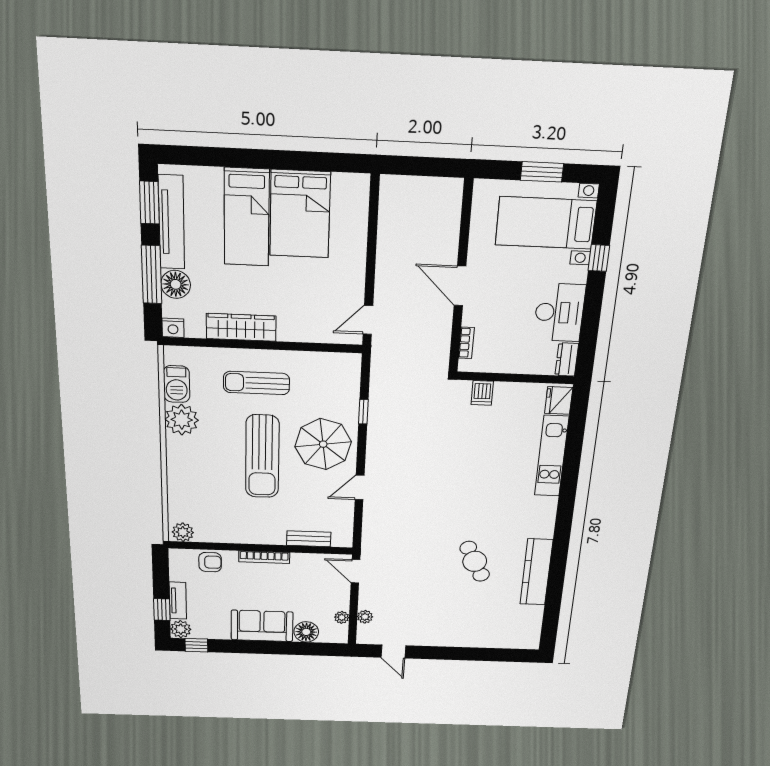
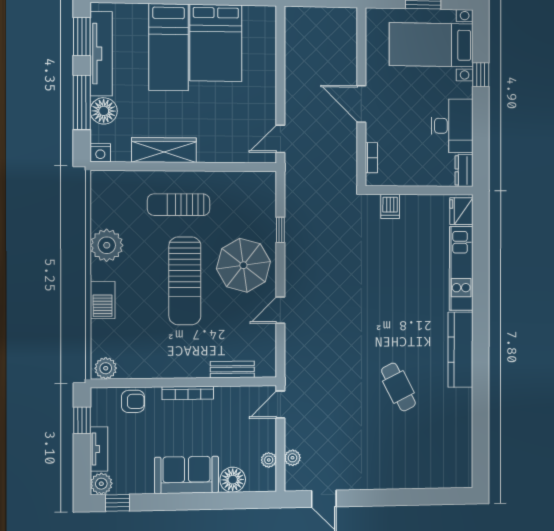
barbecue: (177, 384) -> (103, 300), moved
door: (355, 571) -> (280, 405), hinge flipped
kitchen counter: (536, 572) -> (460, 350), moved
window: (162, 610) -> (82, 420), moved

